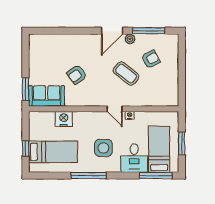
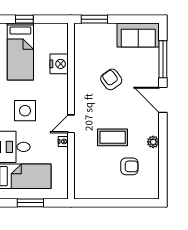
door: (112, 31) -> (163, 100), moved
window: (149, 31) -> (163, 59), moved
armchair: (151, 59) -> (129, 166), turned -61
coffee table: (126, 74) -> (113, 137), turned 52
sofa: (47, 96) -> (138, 35), moved, turned 90

